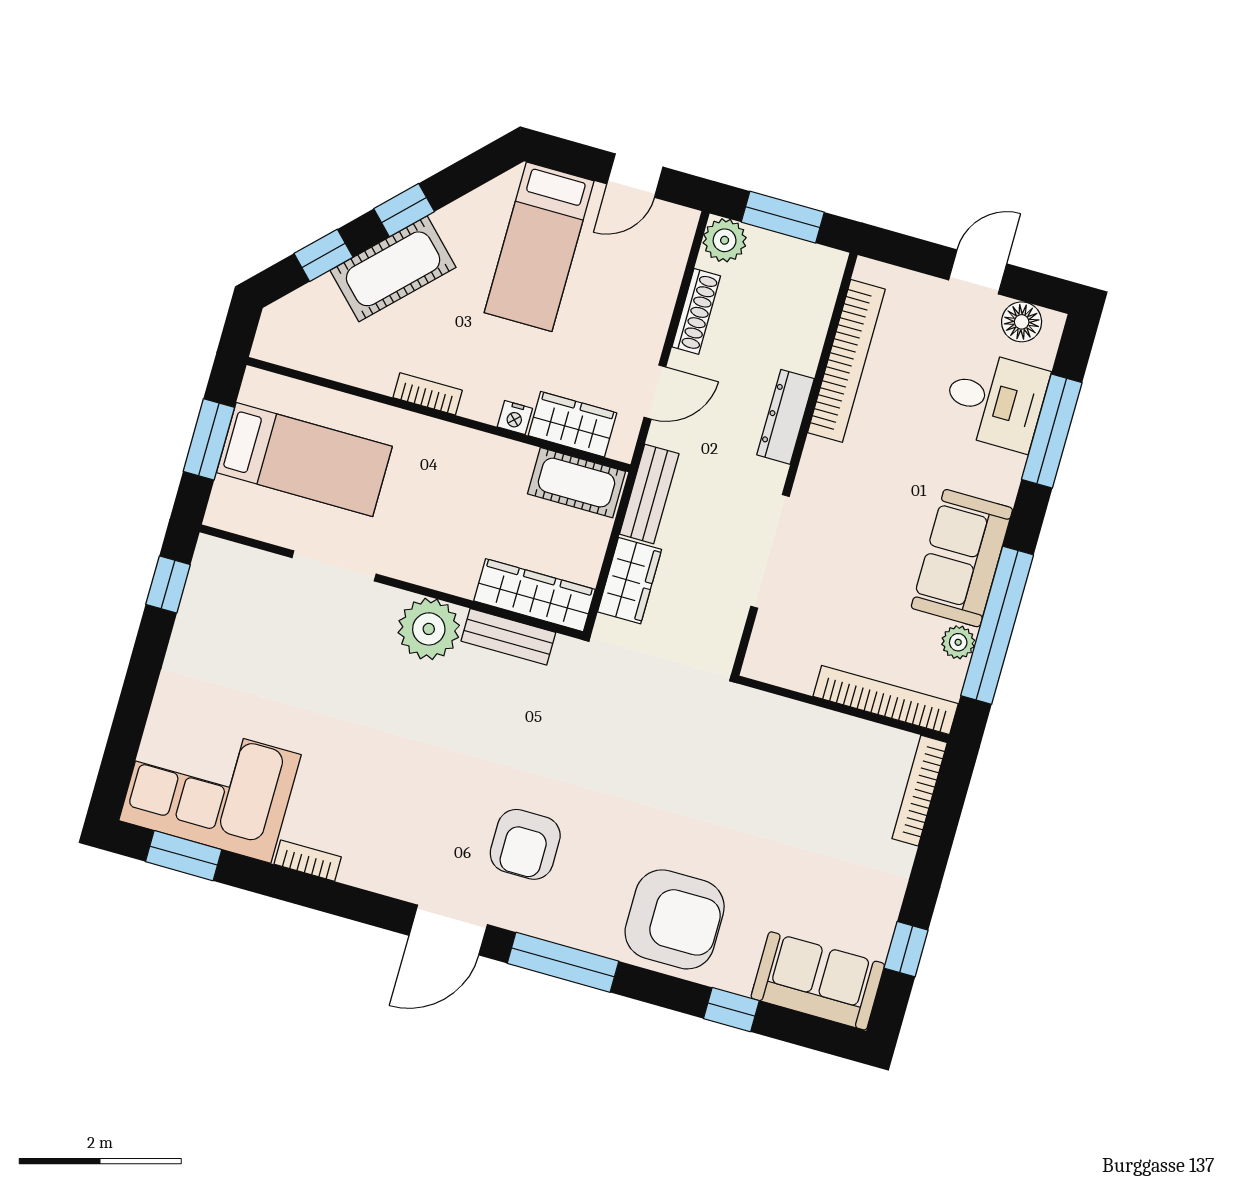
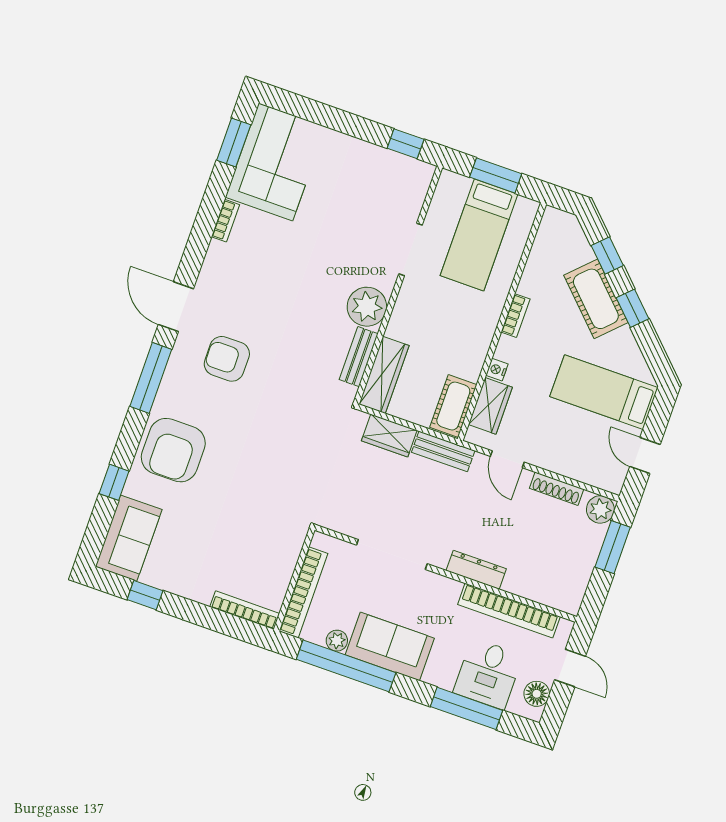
bookcase: (846, 361) -> (509, 611), moved
dresser: (786, 417) -> (476, 570), moved
wall: (794, 464) -> (446, 573), moved
doorway: (770, 551) -> (392, 554), moved

